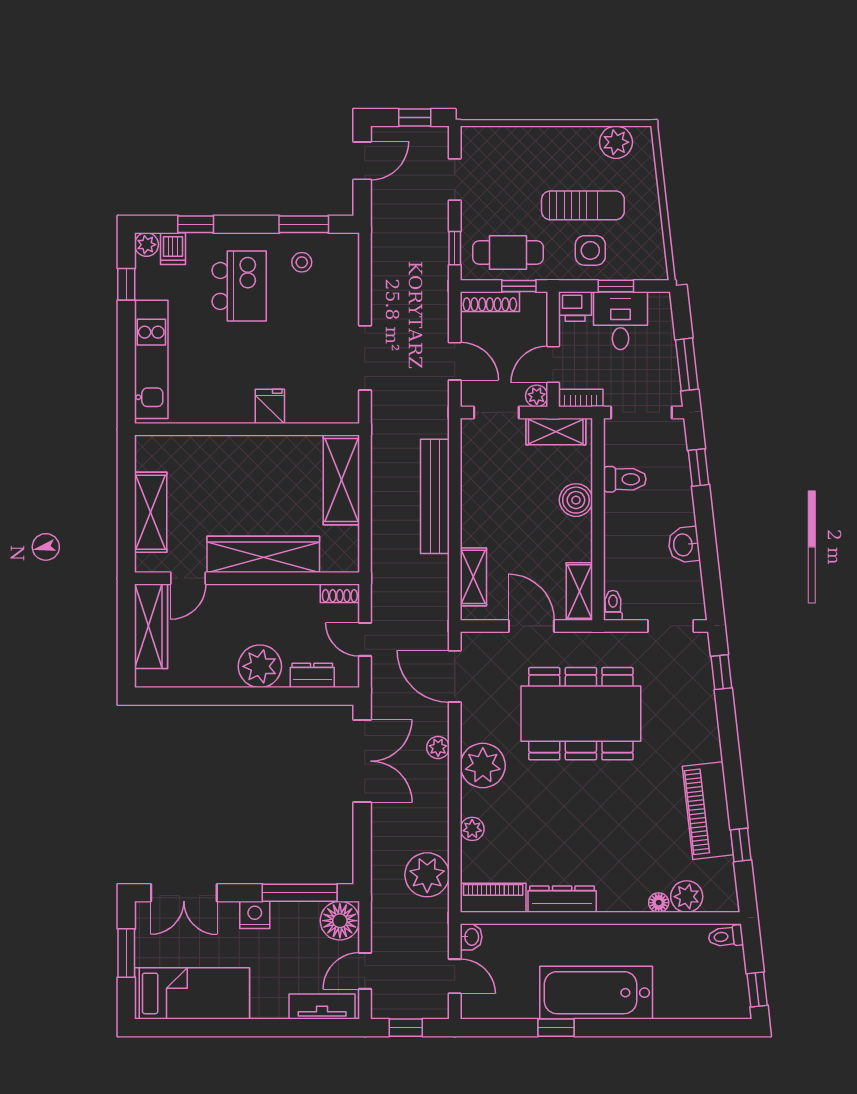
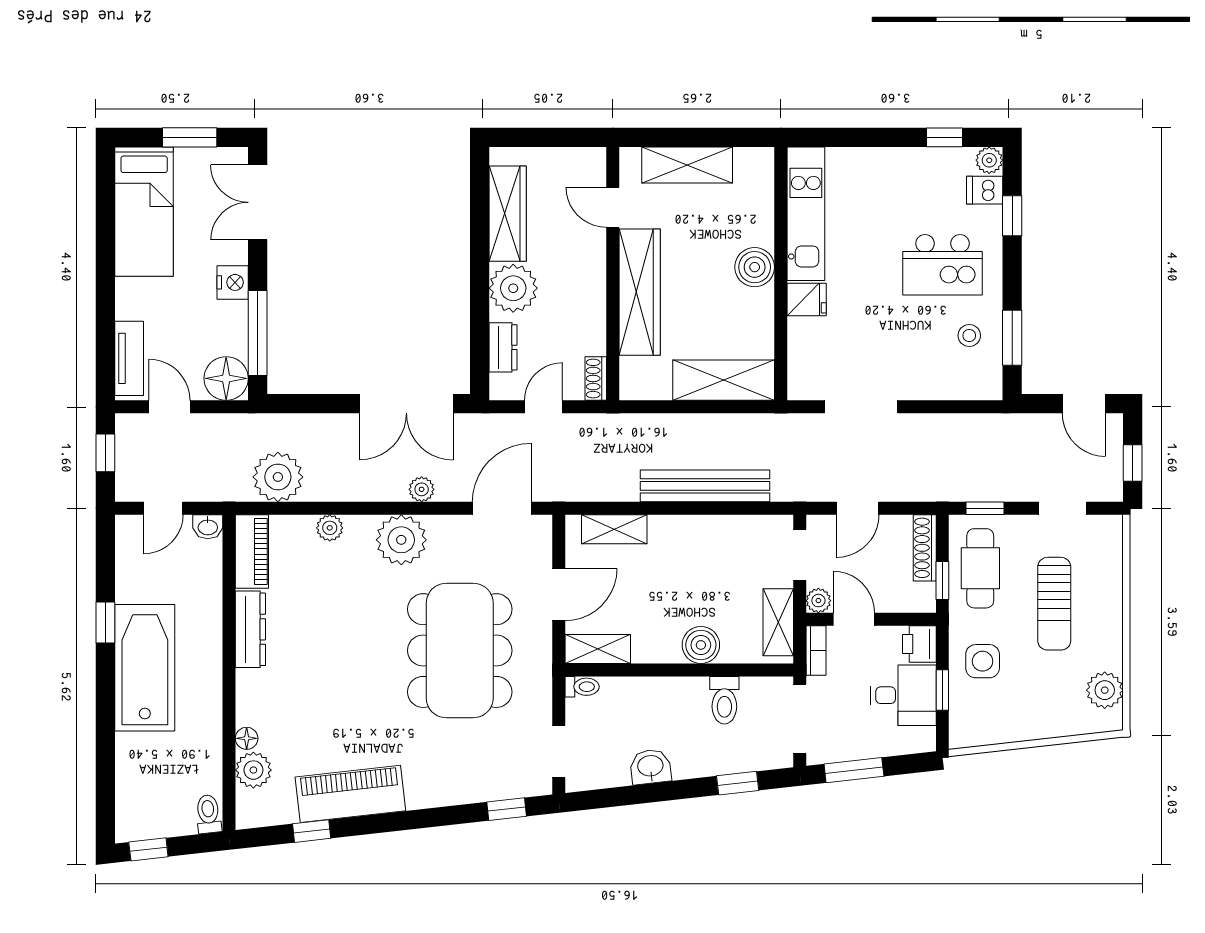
sun lounger: (583, 205) -> (1054, 604), moved
kitchen unit: (151, 359) -> (806, 214), moved, turned -90
boiler: (241, 452) -> (755, 267), added
wardrobe: (151, 626) -> (508, 214), moved, turned -90

